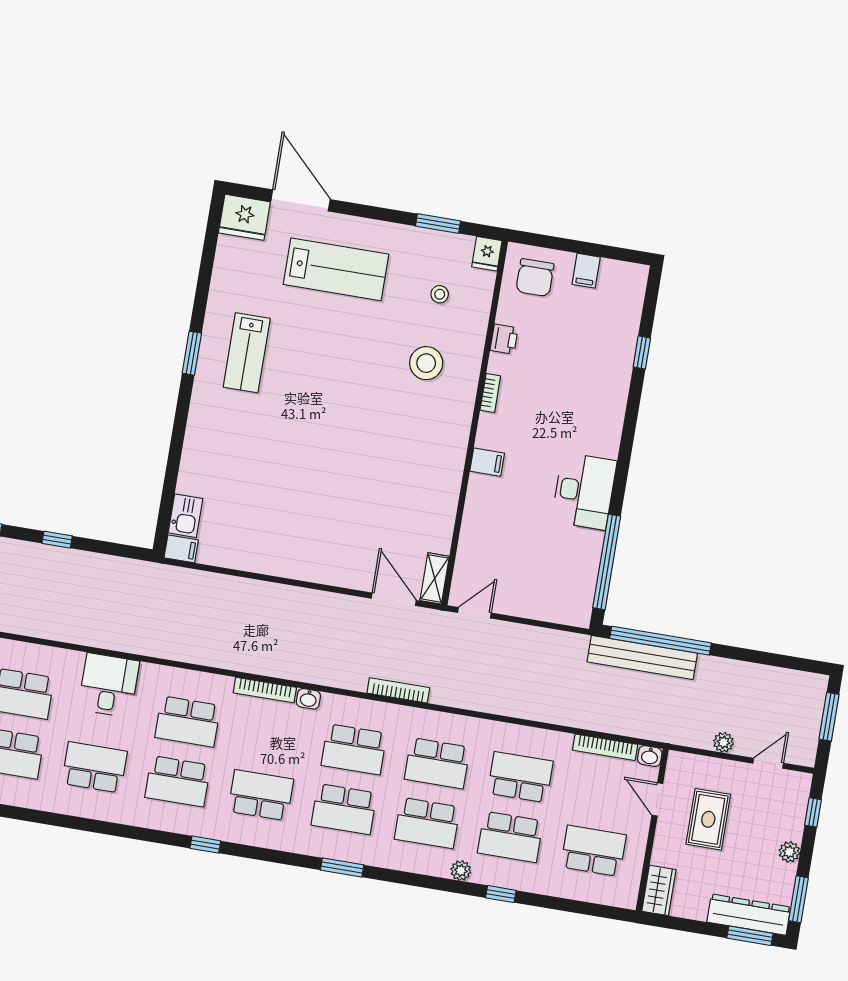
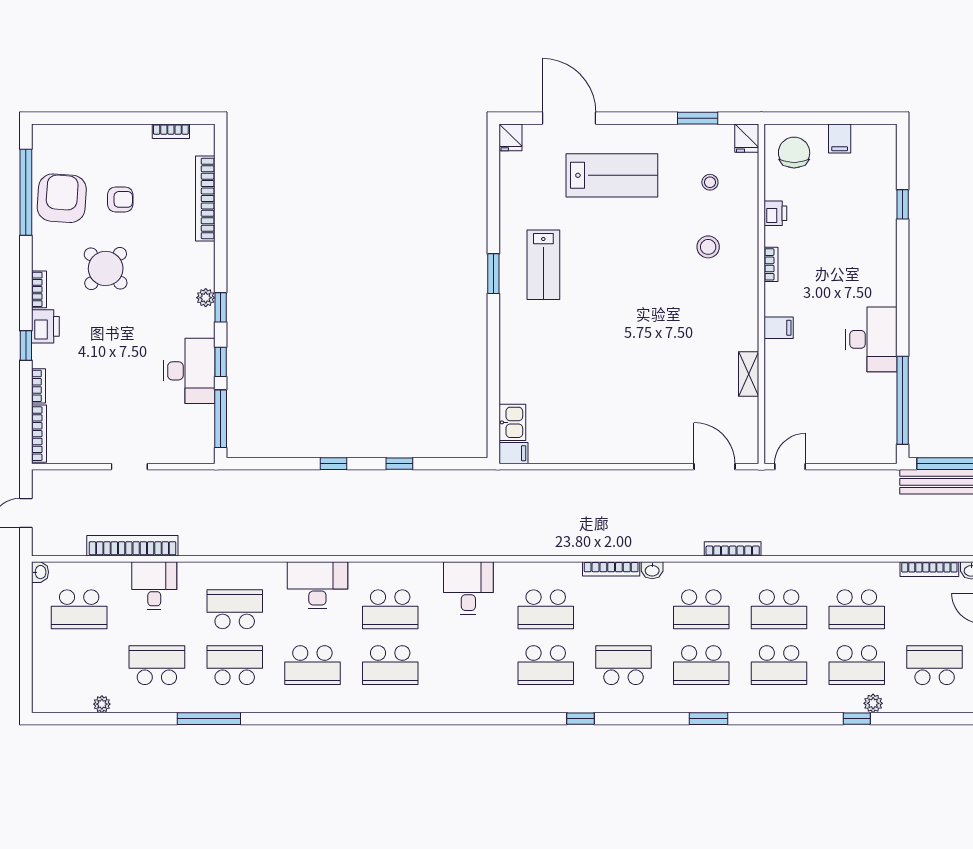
fridge: (244, 217) -> (511, 137), width x0.53, depth x0.75
chair: (535, 278) -> (794, 153), turned 180
stool: (426, 363) -> (708, 247), width x0.73, depth x0.73
shelving: (435, 578) -> (749, 374), moved
school desk: (94, 767) -> (468, 665), removed
school desk: (520, 777) -> (857, 609), turned 180
plant: (461, 871) -> (873, 703), moved

